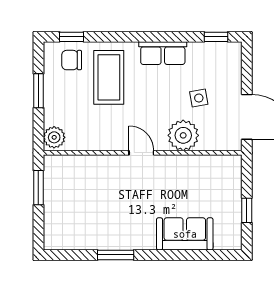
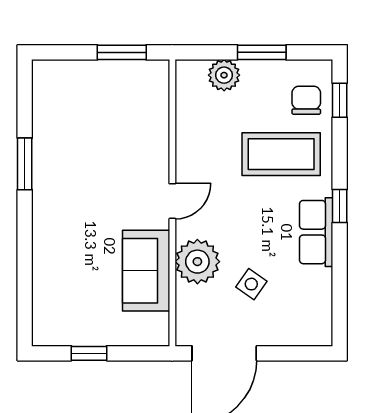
window: (216, 37) -> (340, 206), moved
side table: (199, 98) -> (251, 284), turned 45
plant: (54, 137) -> (224, 75), moved
sofa: (185, 234) -> (146, 271), moved, turned 180

